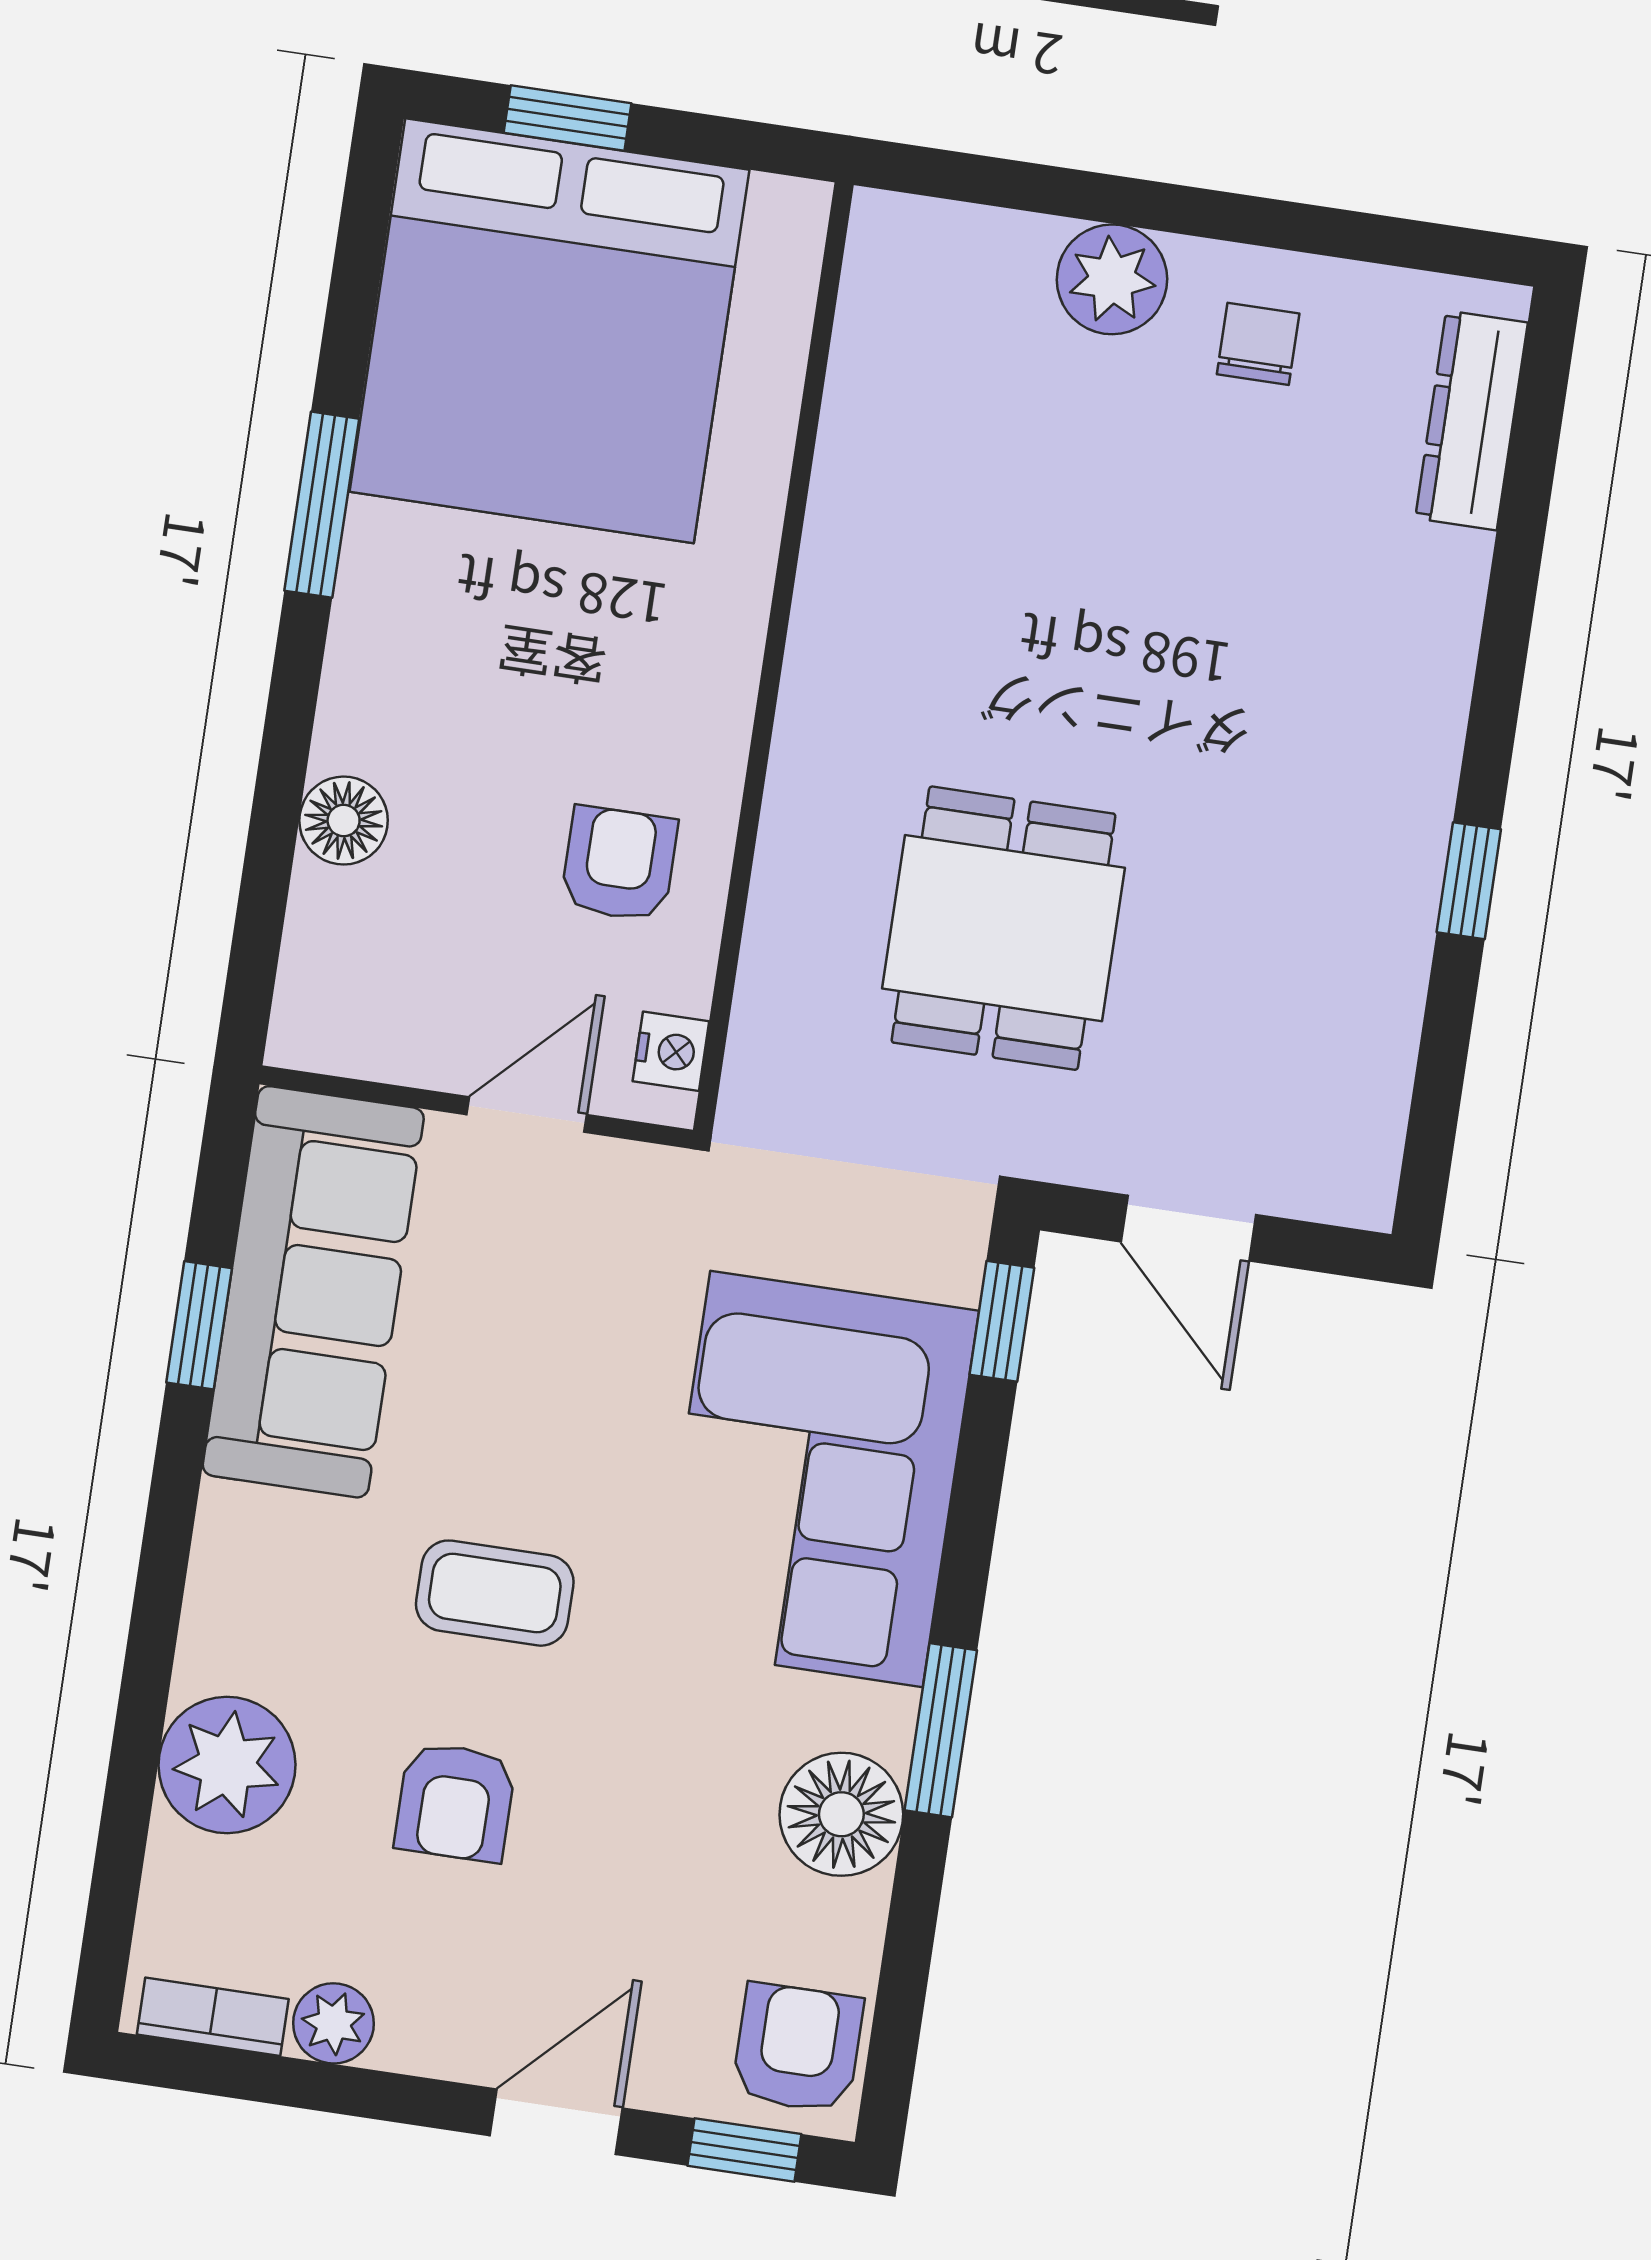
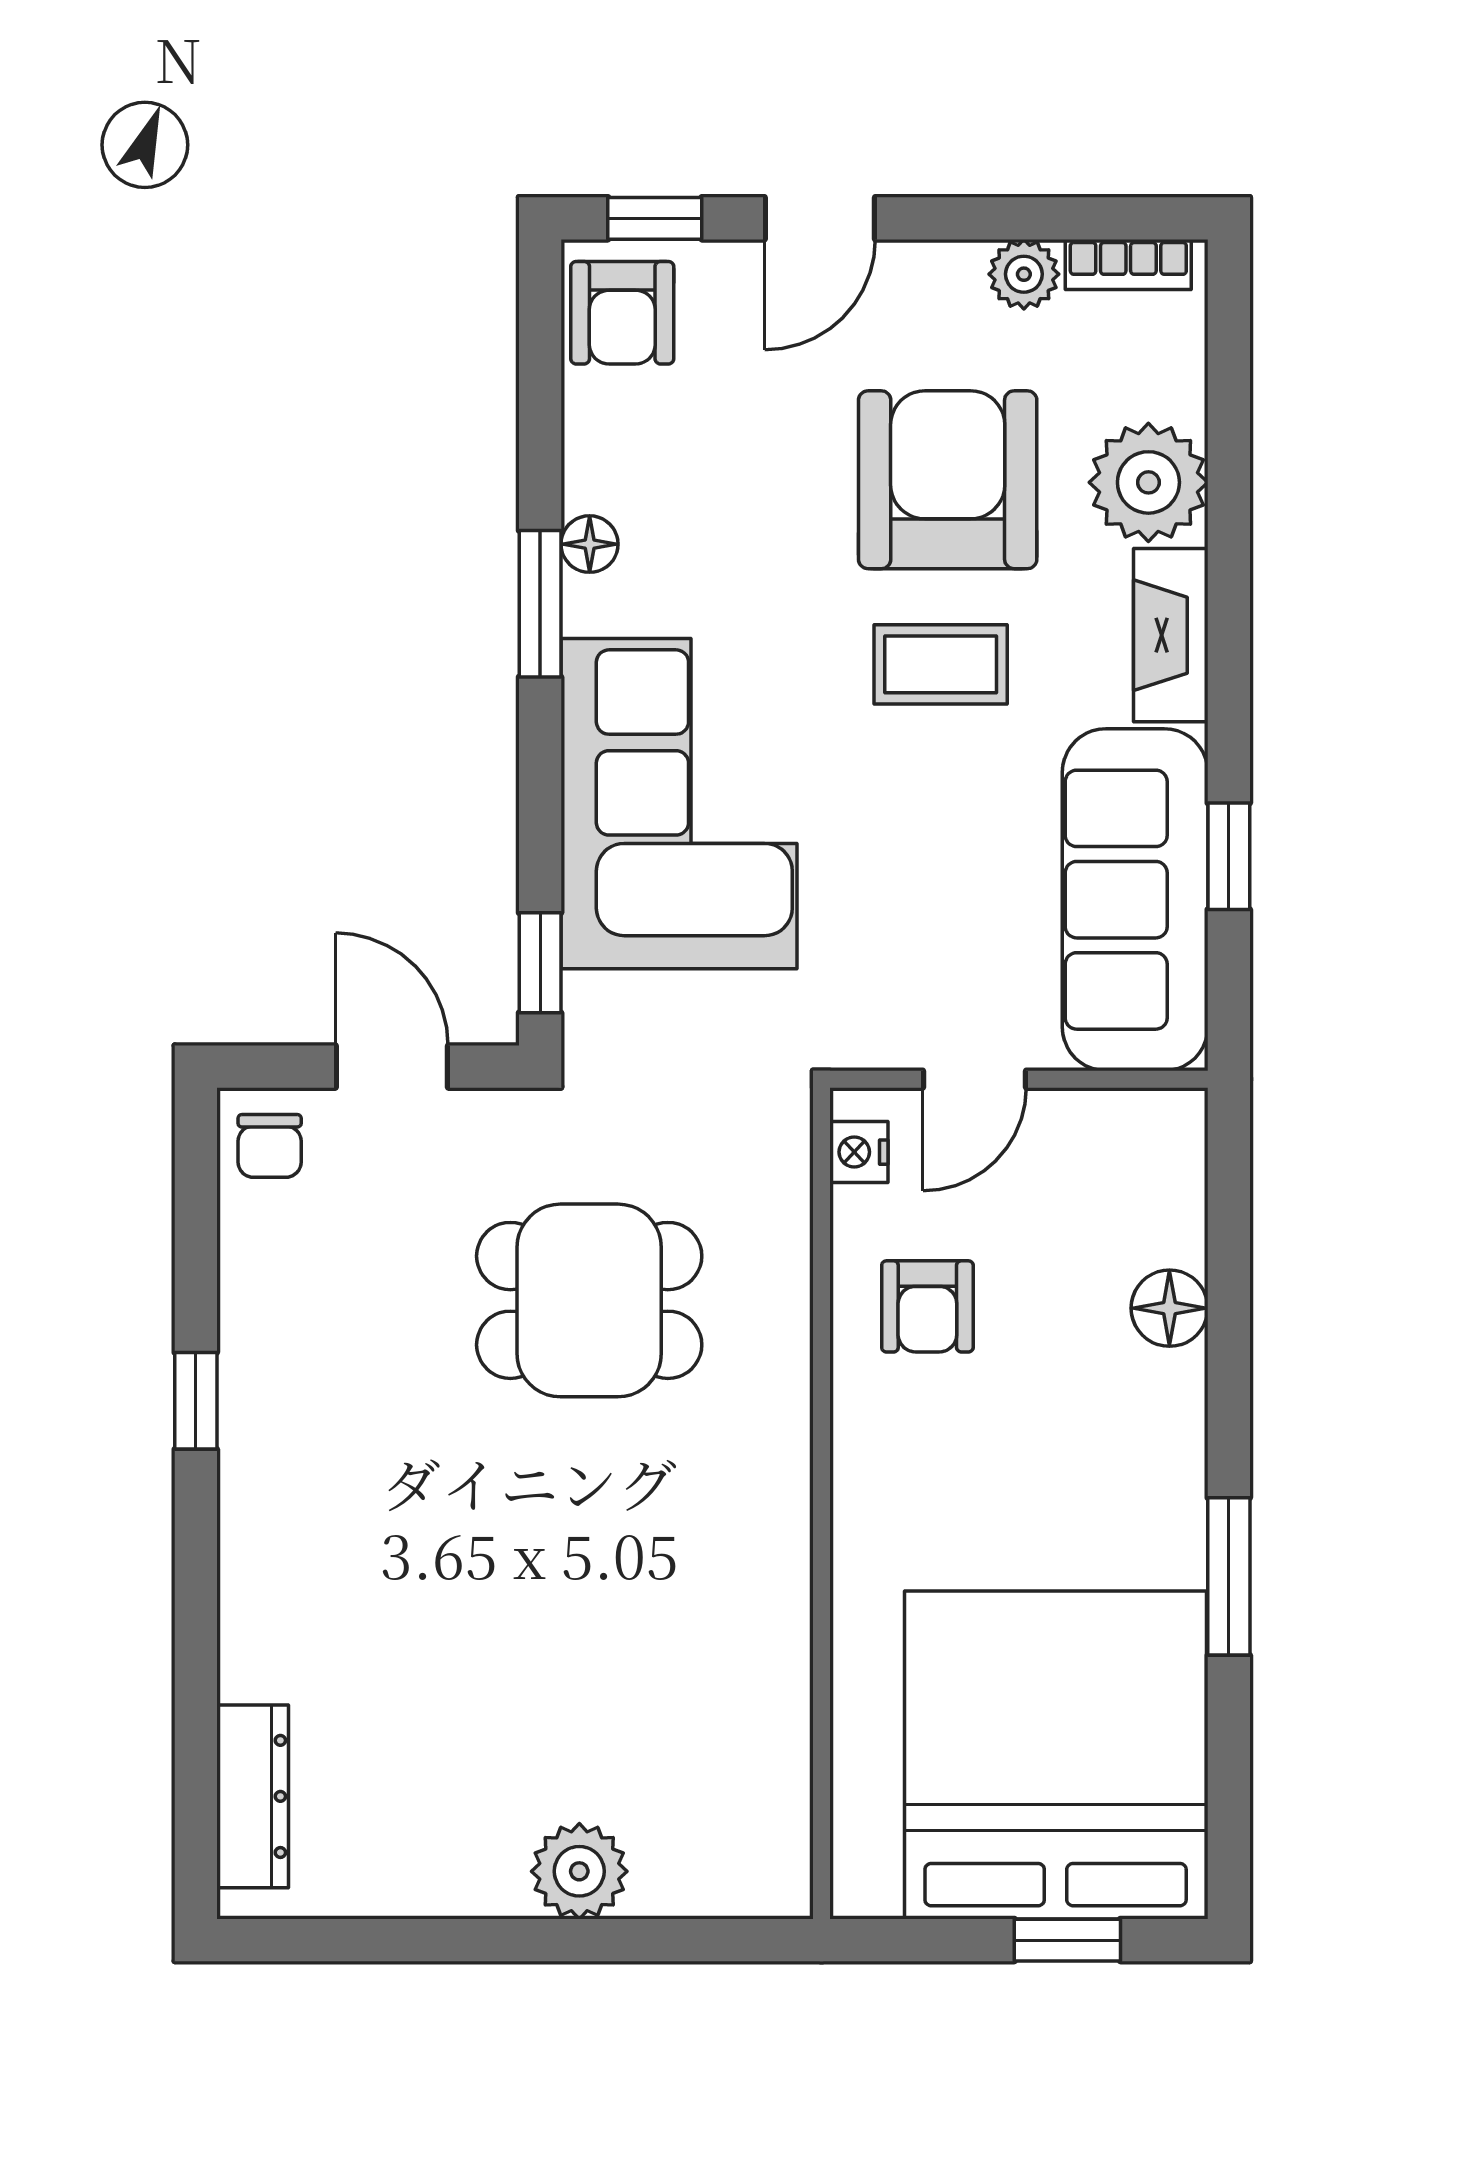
chair: (1258, 344) -> (270, 1146), moved
dining table: (1004, 928) -> (589, 1300), turned 90
fireplace: (228, 1587) -> (1171, 635), added
armchair: (455, 1802) -> (948, 480), width x1.88, depth x1.88
floor lamp: (841, 1814) -> (590, 544), width x0.53, depth x0.53

